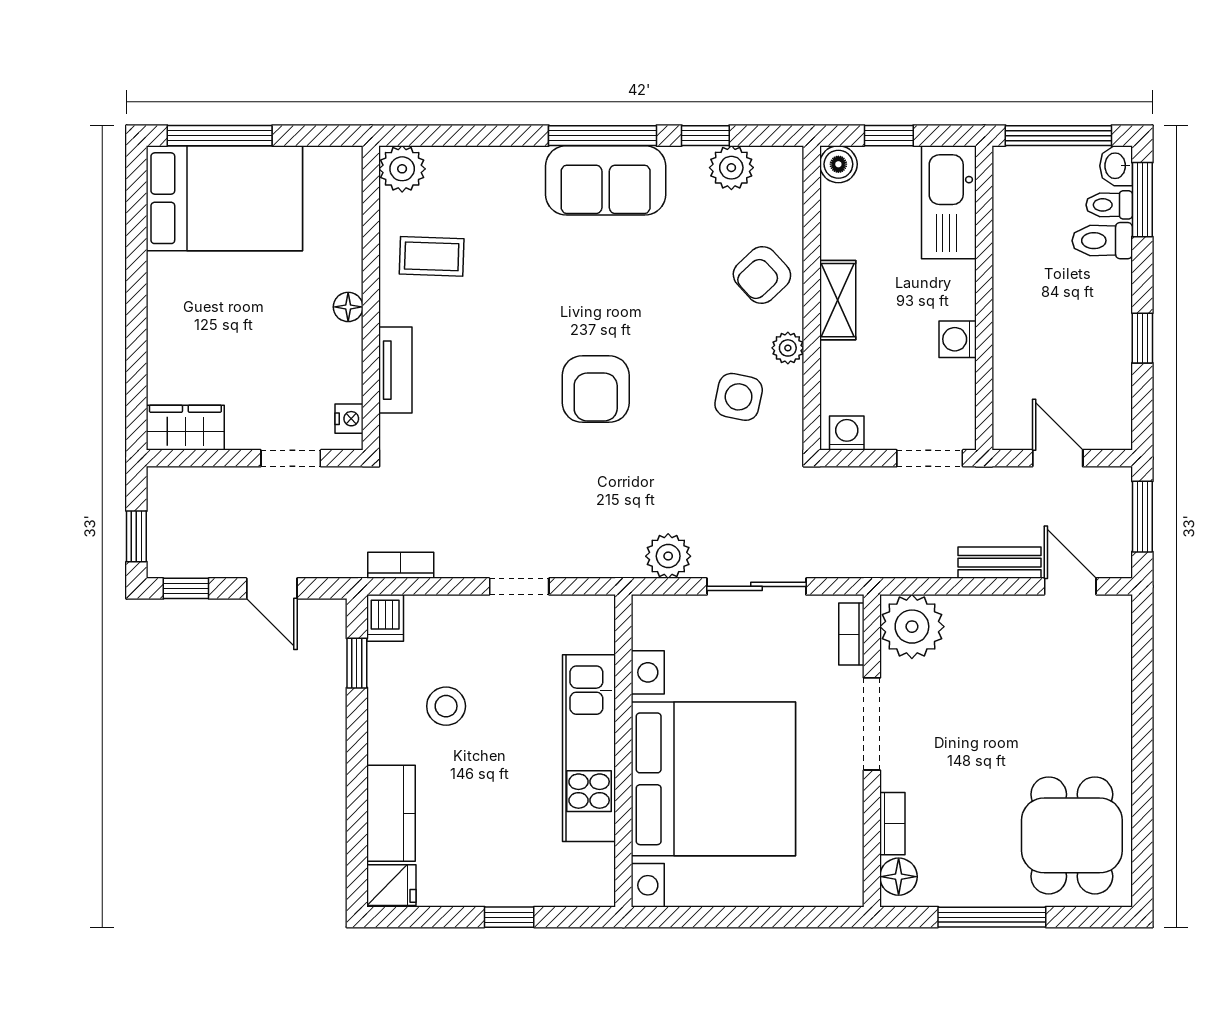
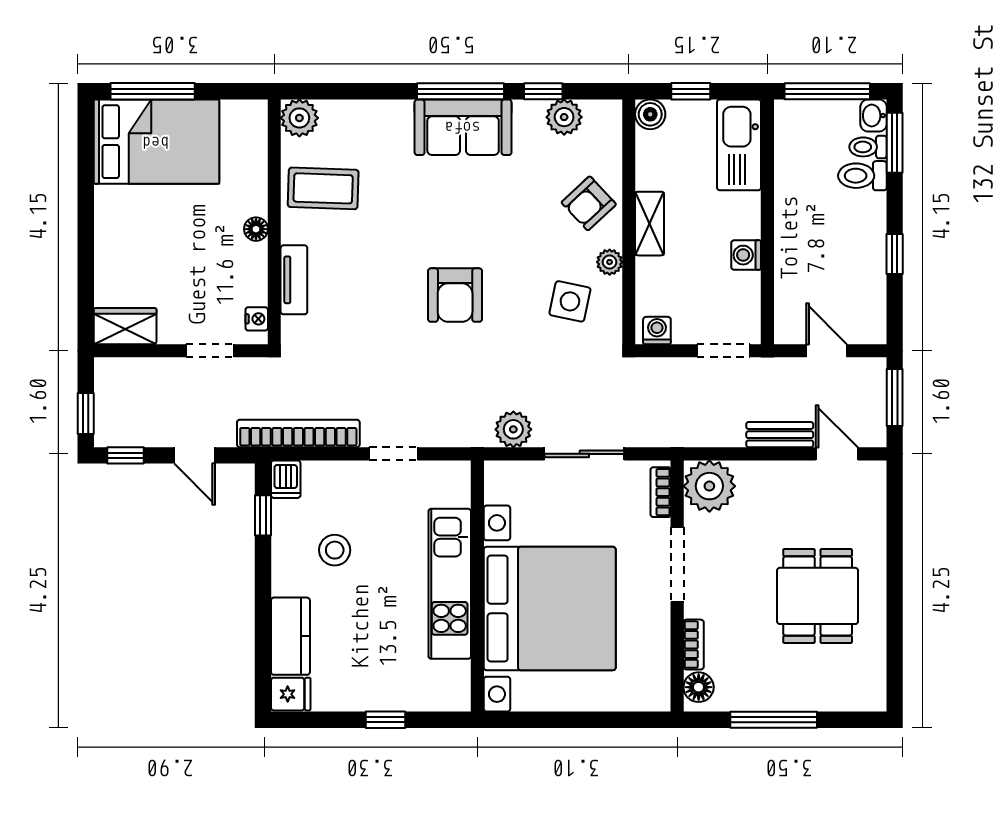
coffee table: (432, 256) -> (323, 188), width x1.36, depth x1.30
bookcase: (401, 565) -> (298, 433), width x2.31, depth x1.31
dining table: (1072, 835) -> (818, 596), moved

